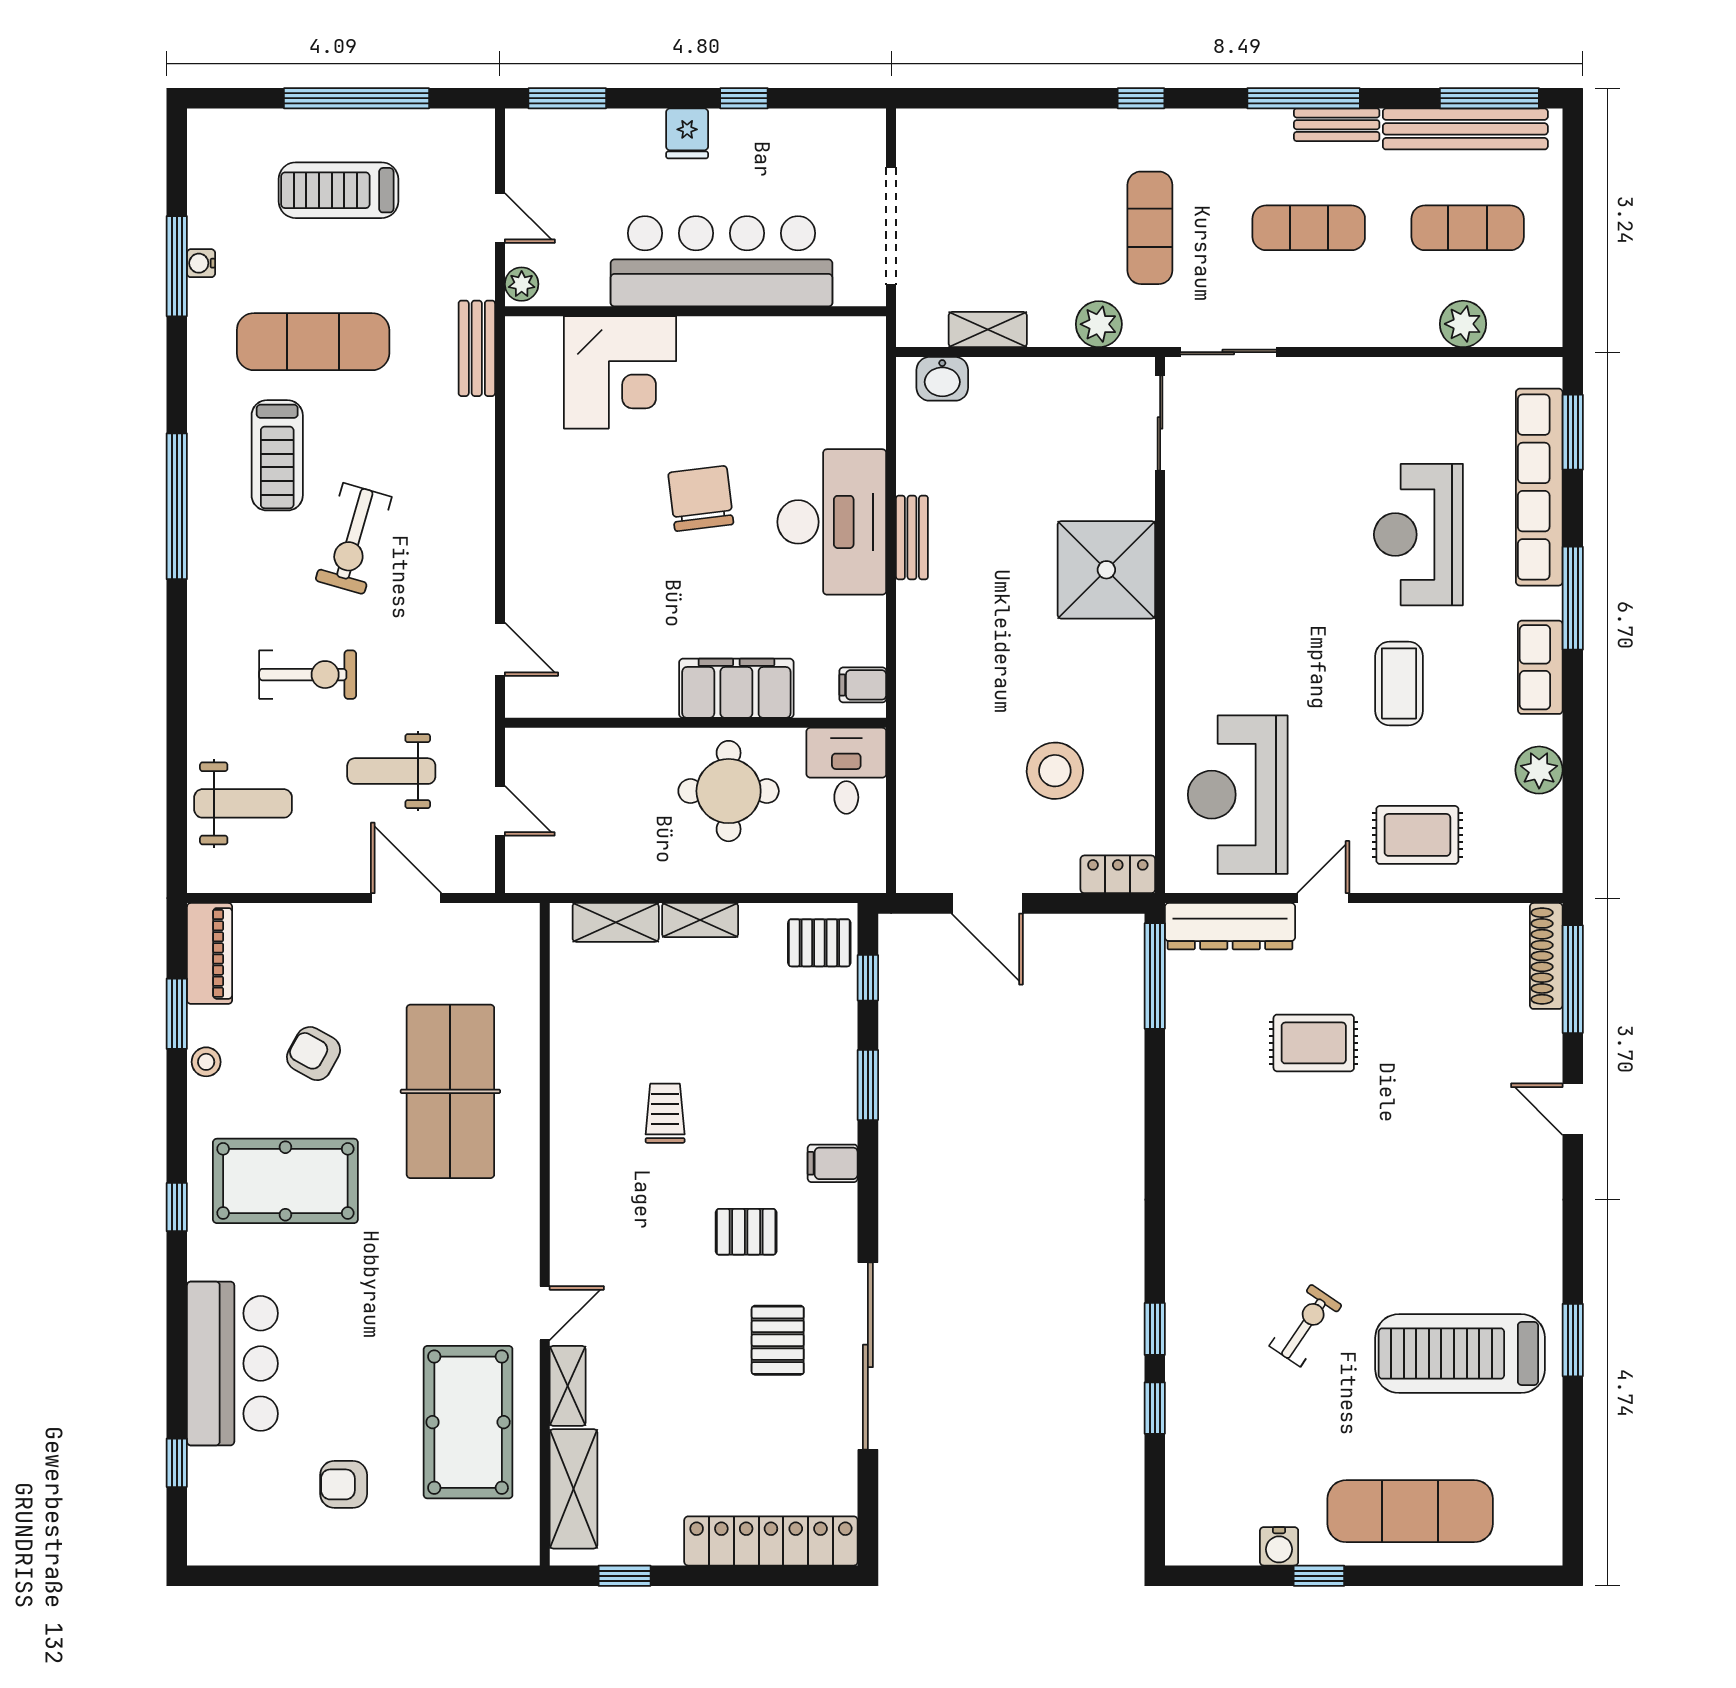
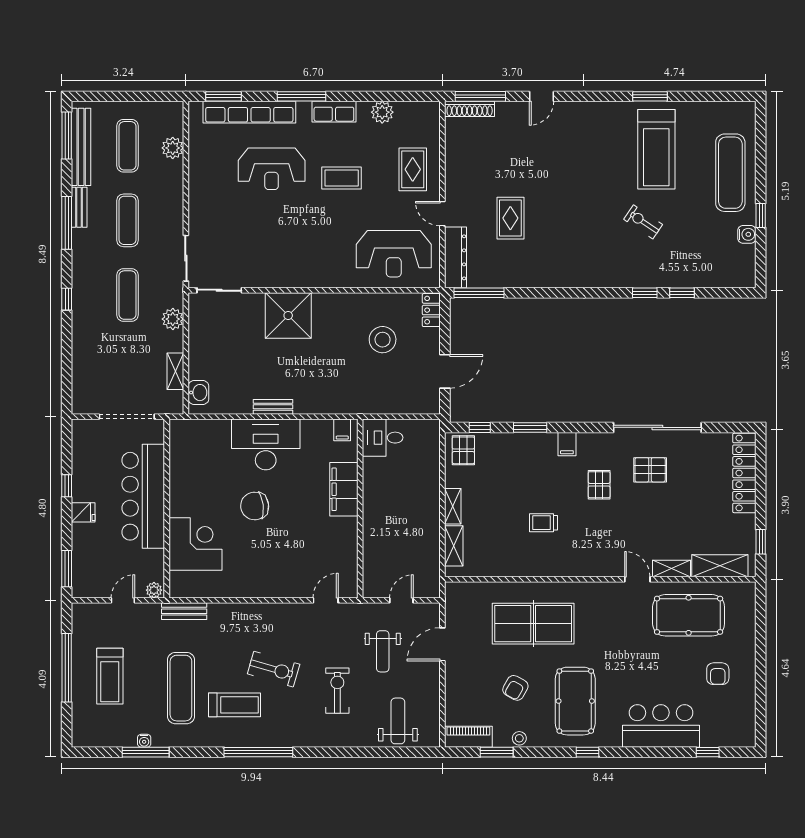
exercise mat: (1150, 228) -> (127, 295), turned 90
round table: (729, 791) -> (392, 493), removed

